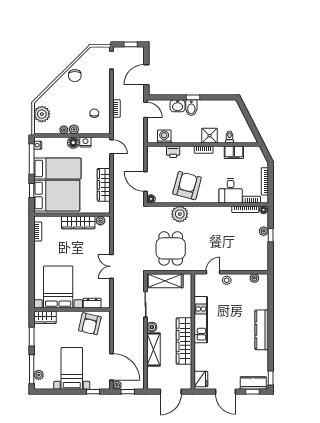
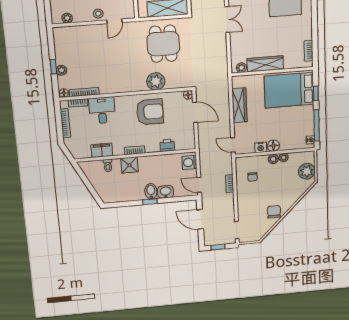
door: (146, 75) -> (200, 219), swing flipped
washing machine: (164, 137) -> (189, 162), moved, turned 90
bed: (57, 169) -> (289, 118), removed
armchair: (187, 186) -> (150, 112), turned -105

